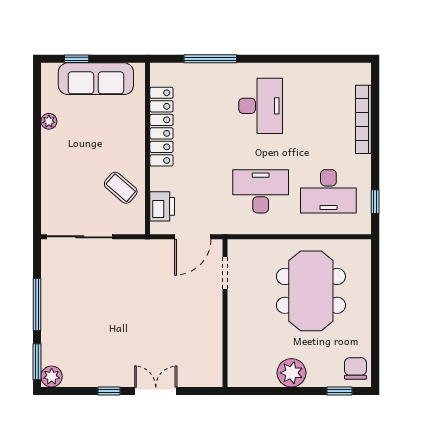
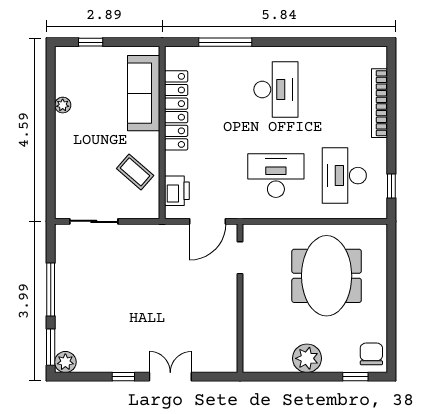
sofa: (96, 79) -> (144, 93), moved, turned 90
desk: (328, 191) -> (344, 176), turned 90
sliding door: (80, 237) -> (94, 221), width x0.73

